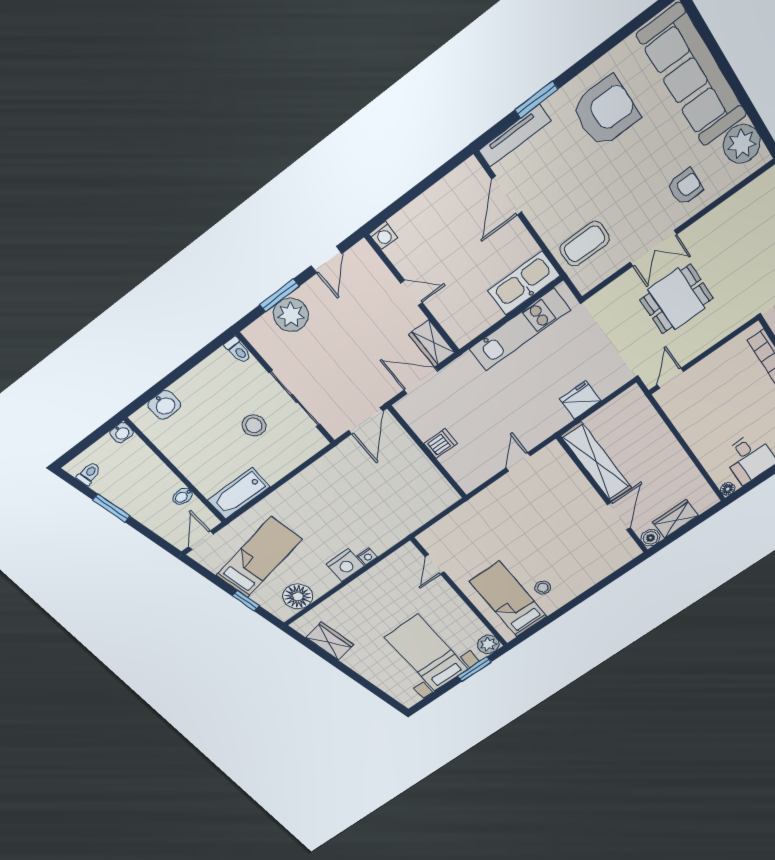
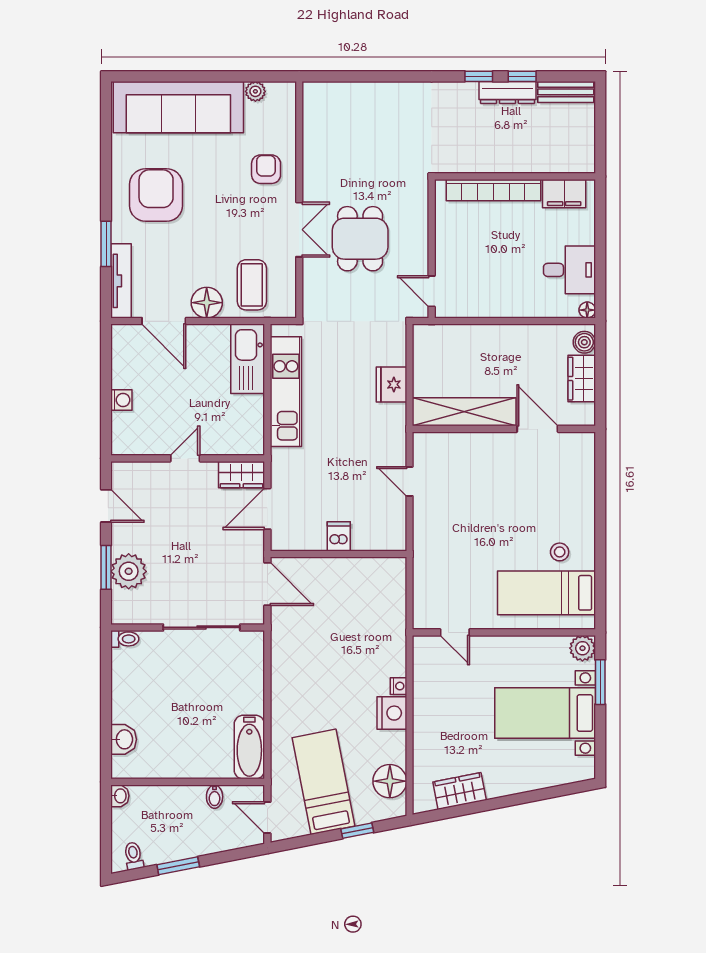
plant: (742, 144) -> (255, 91), width x0.53, depth x0.53
floor lamp: (546, 219) -> (207, 303), added
washing machine: (383, 236) -> (121, 400), moved
stool: (254, 425) -> (199, 681), removed
boiler: (651, 538) -> (584, 342), moved

